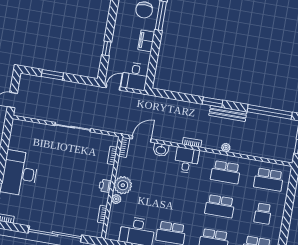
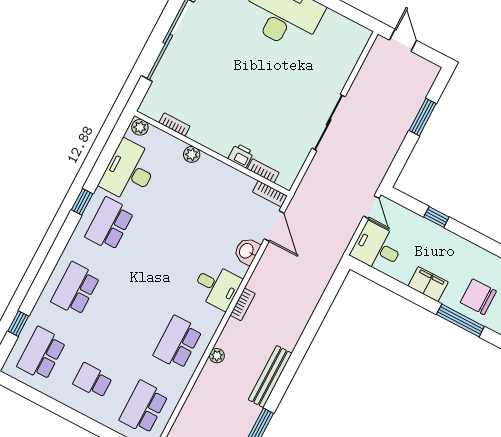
window: (213, 102) -> (296, 358), removed
plant: (123, 185) -> (140, 127), moved, width x0.53, depth x0.53
printer: (105, 186) -> (241, 156), moved
school desk: (220, 206) -> (127, 316), removed

